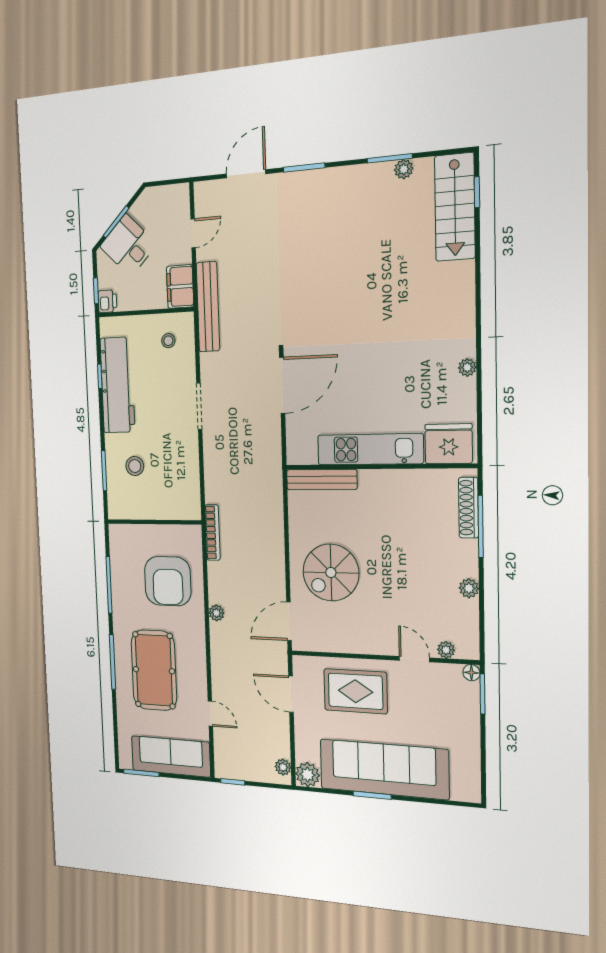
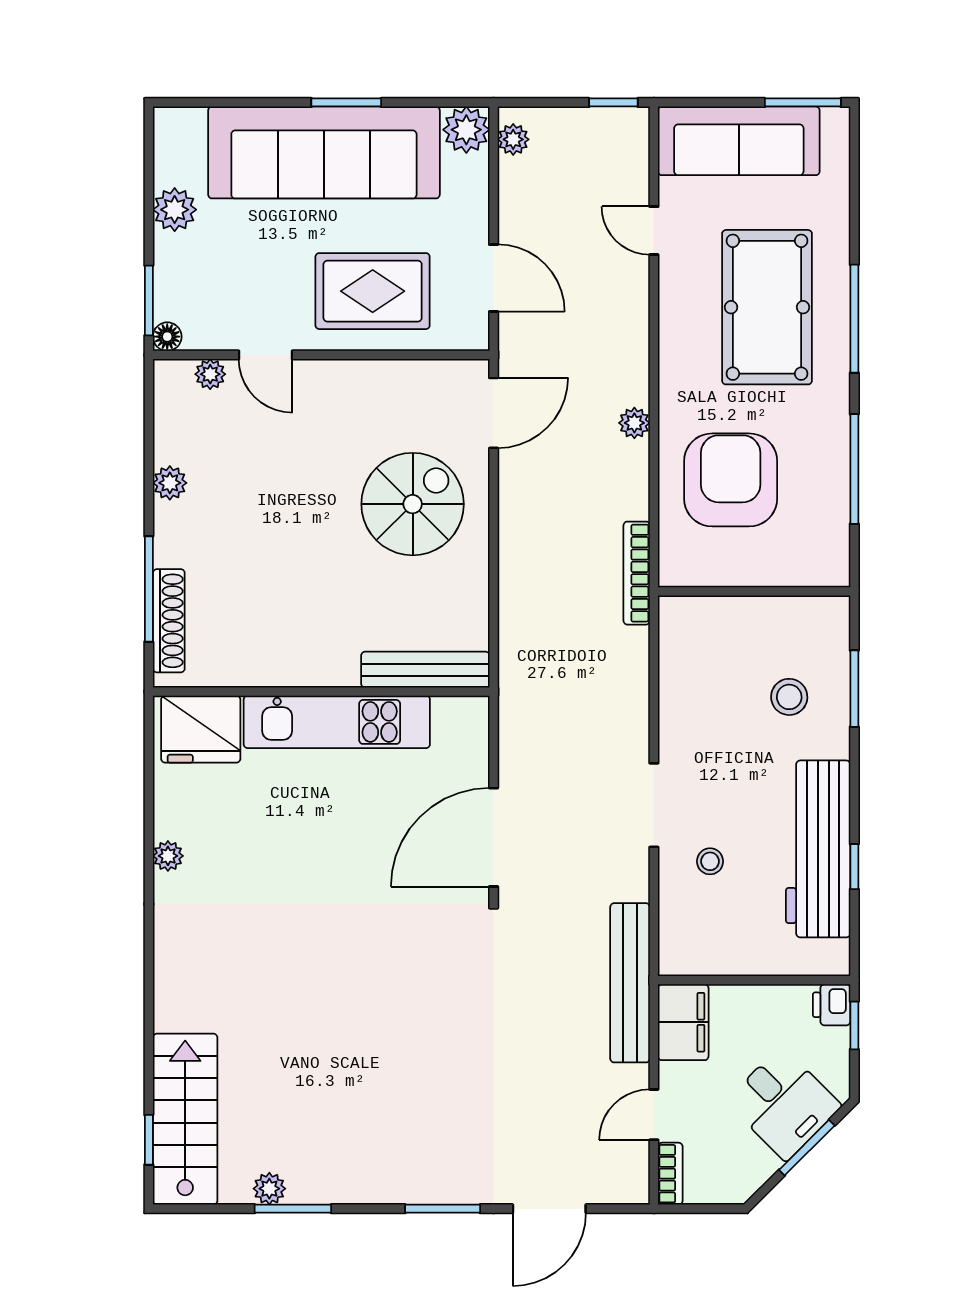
bookcase: (183, 201) -> (670, 1174), added
stool: (168, 341) -> (710, 861), moved
plant: (468, 744) -> (175, 210), added

